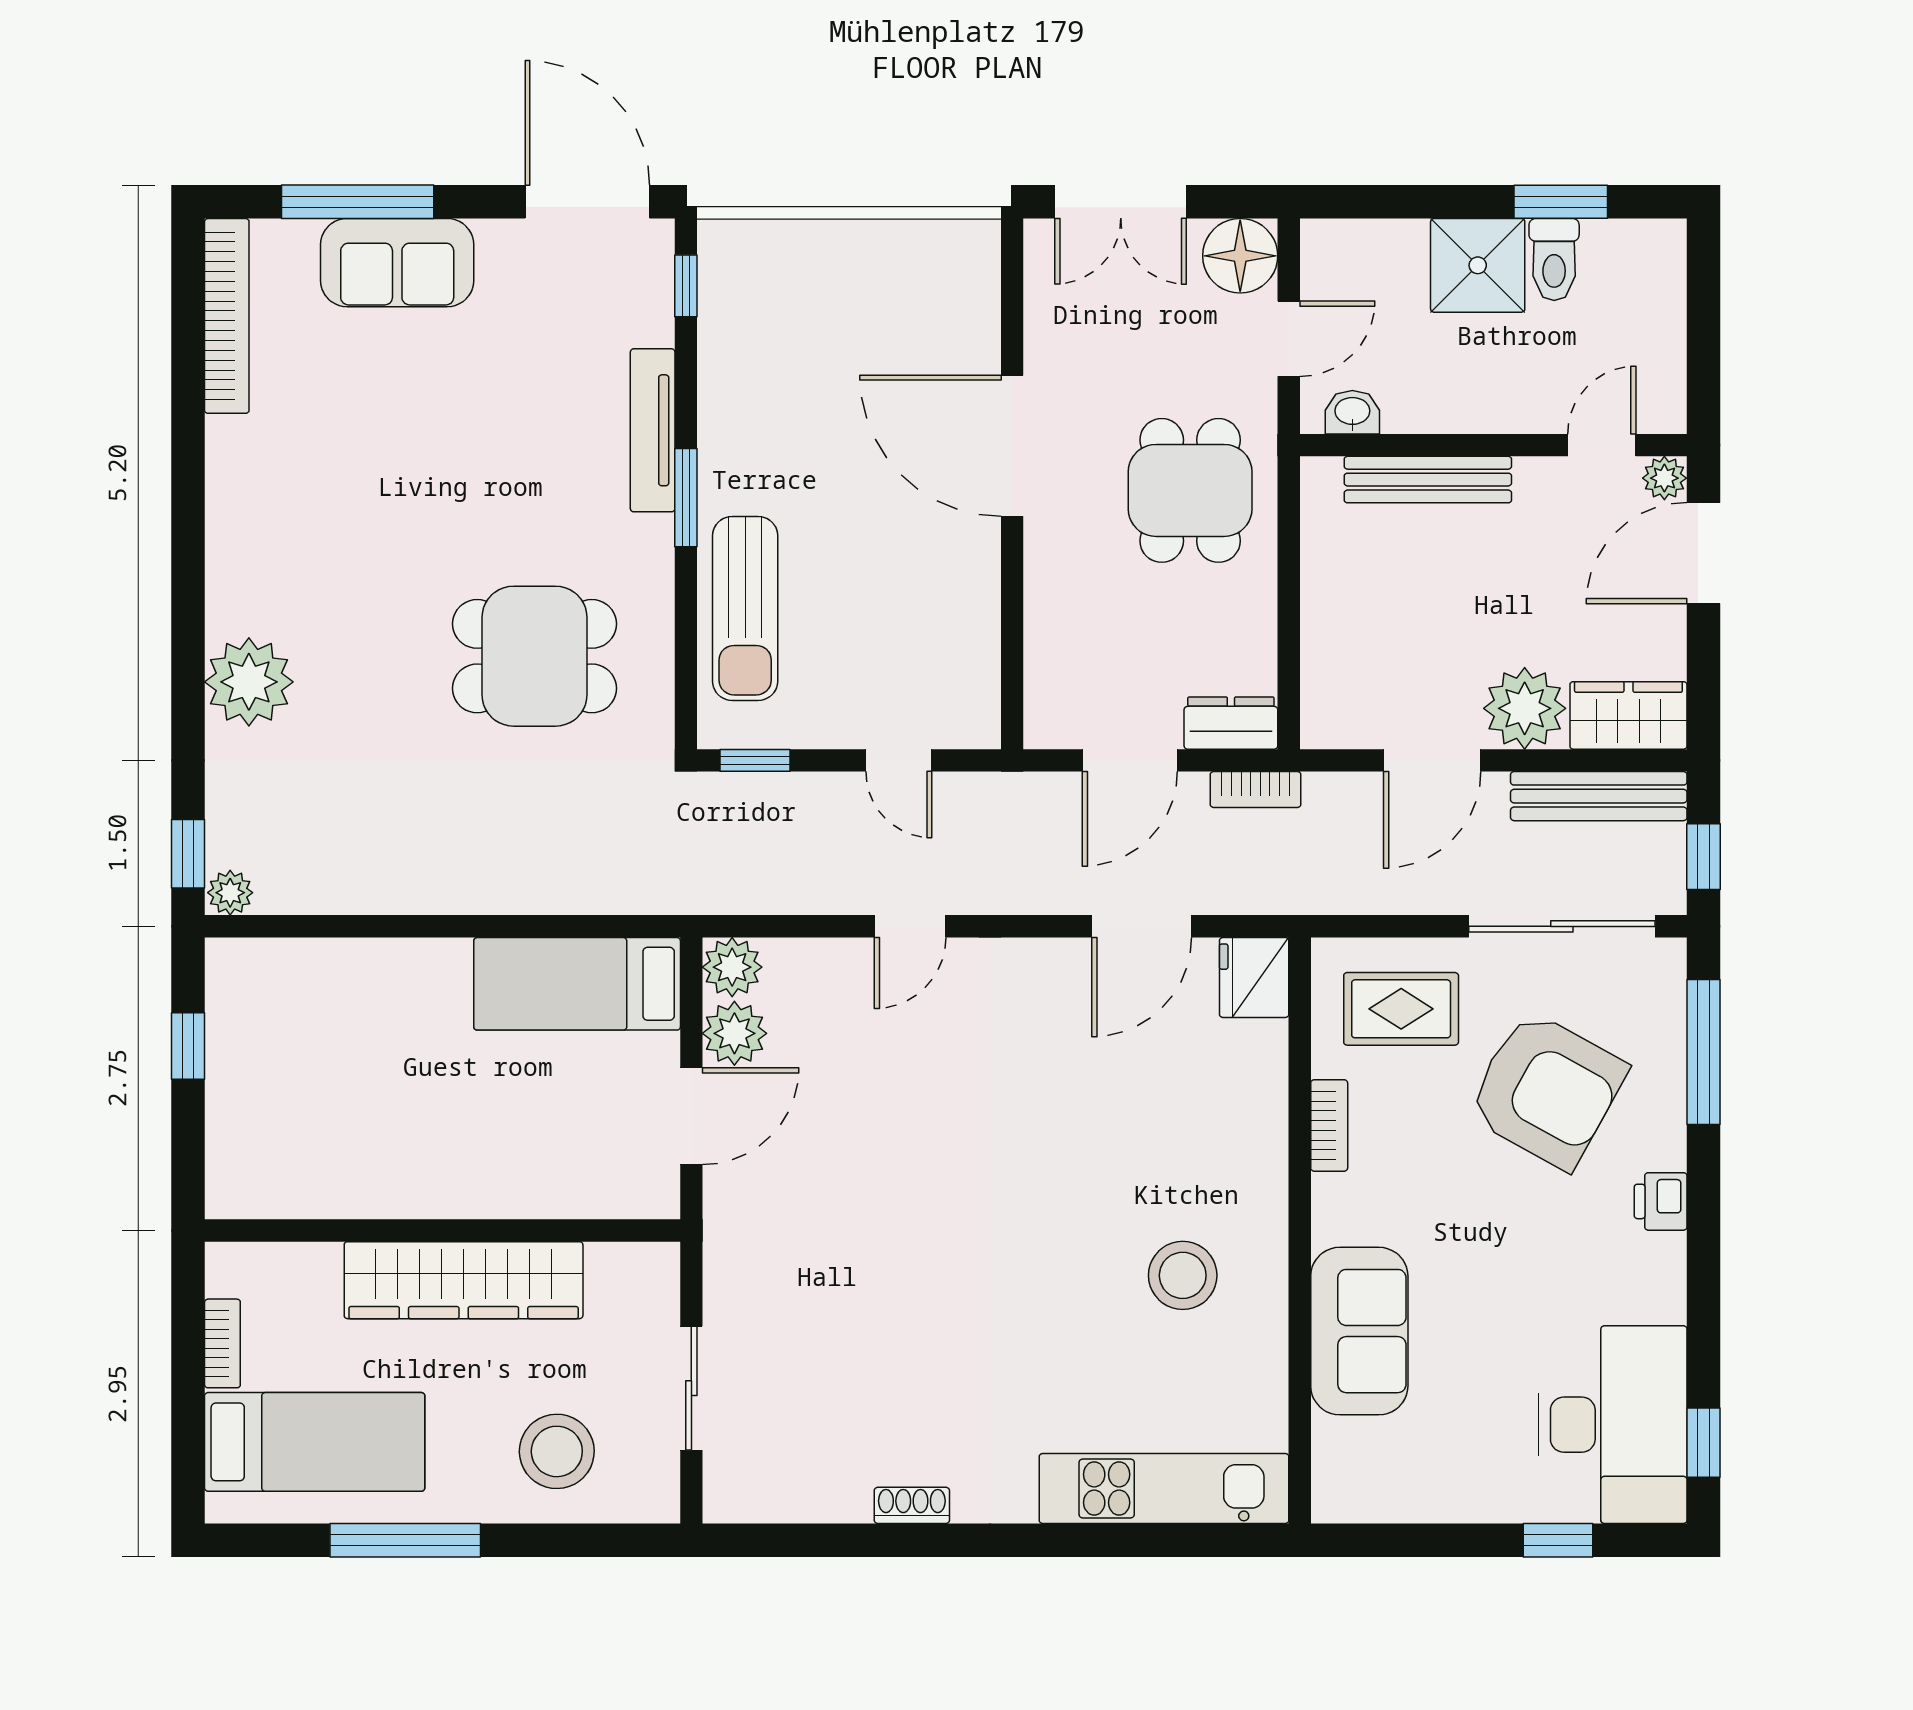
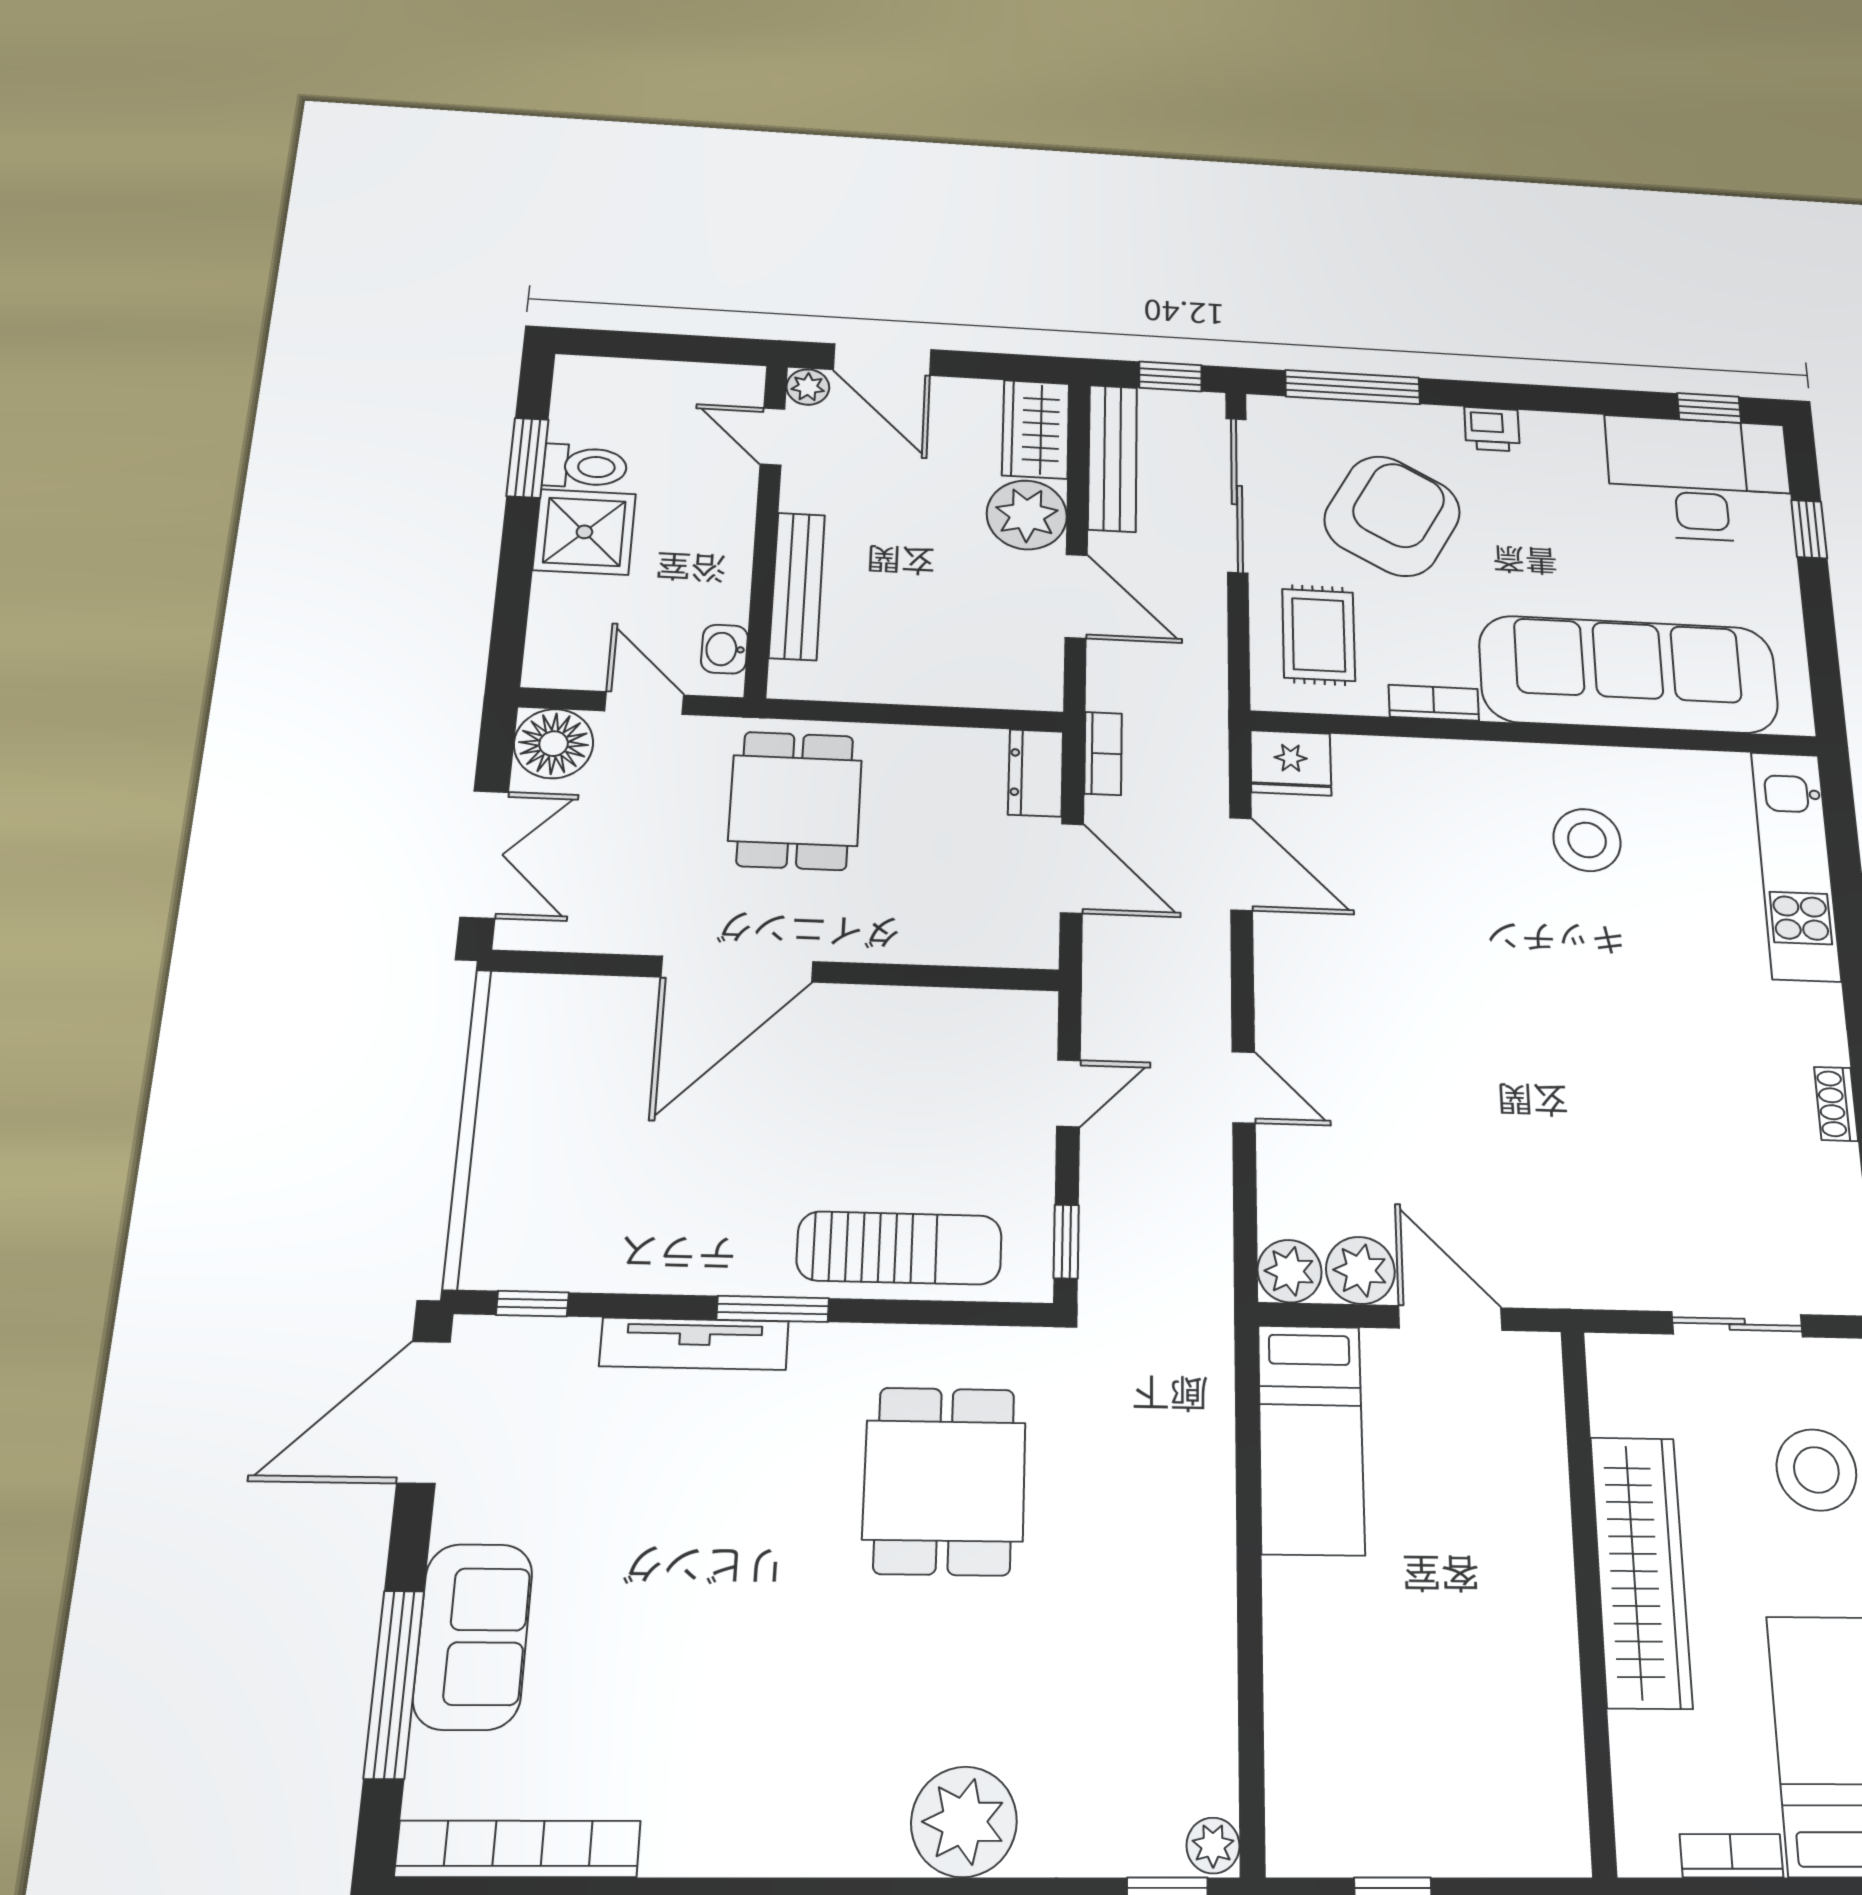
dining table: (1190, 490) -> (795, 801), turned 90
sofa: (1359, 1331) -> (1629, 674), width x1.85, depth x1.27

